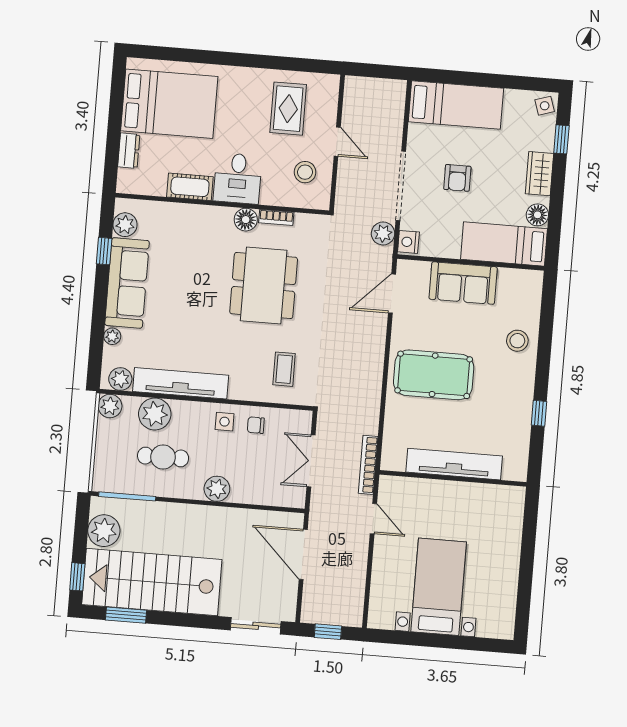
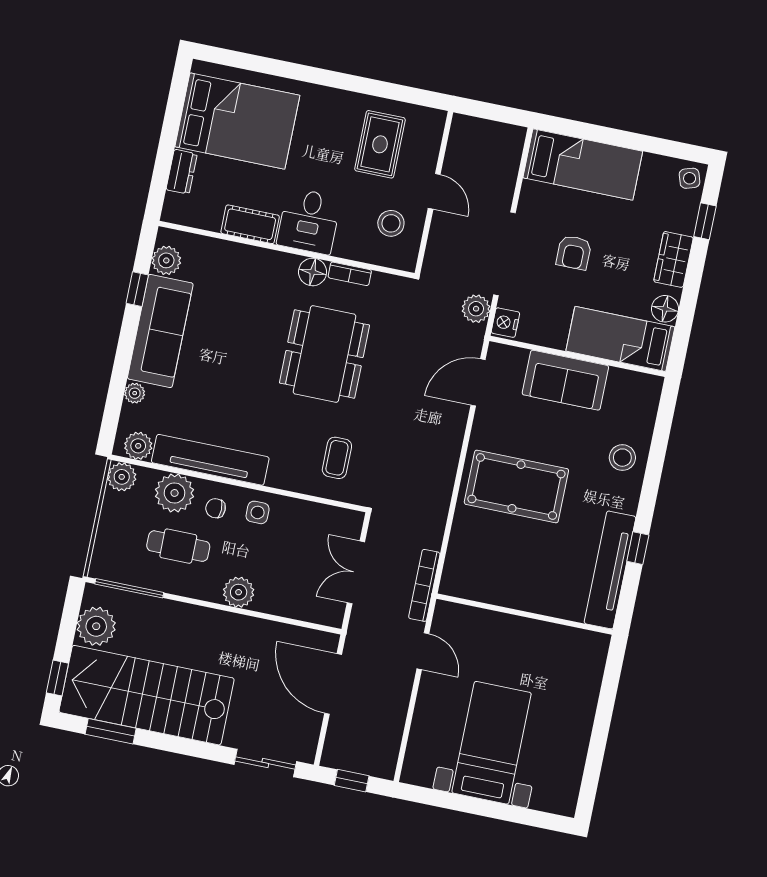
chair: (256, 425) -> (216, 508), moved
tv unit: (454, 464) -> (610, 570), moved, turned -90

